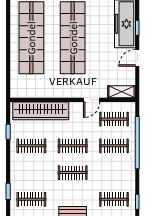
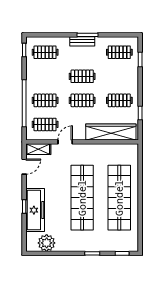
door: (137, 58) -> (24, 167), moved

